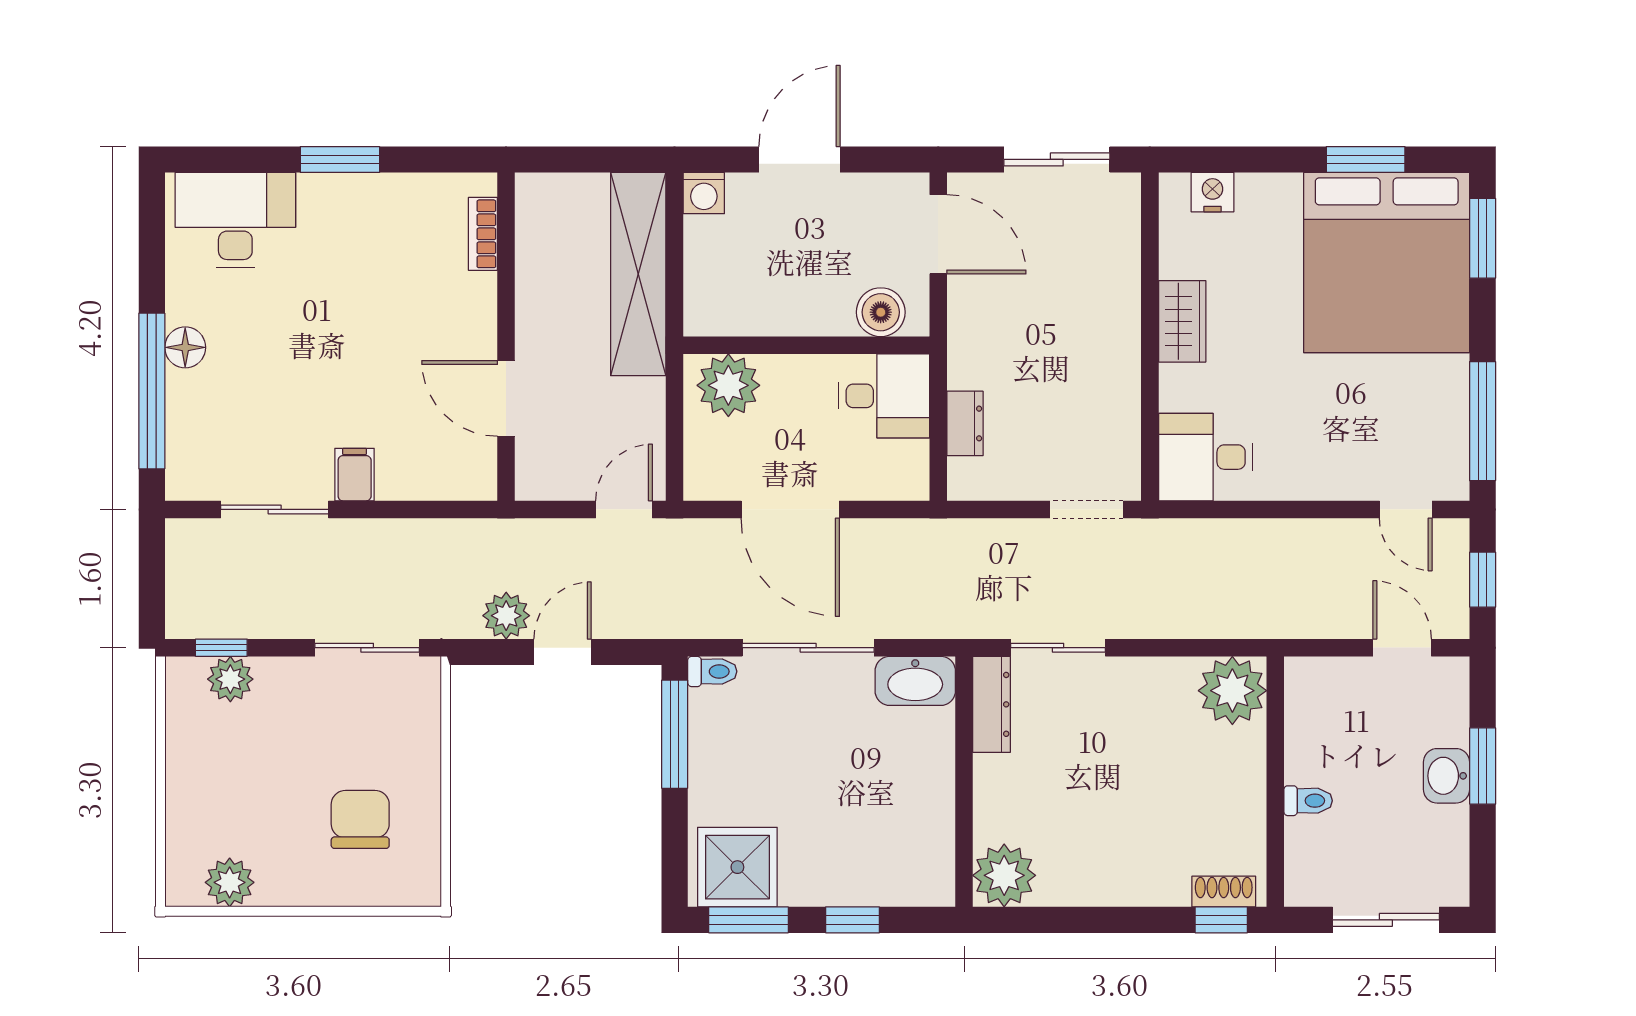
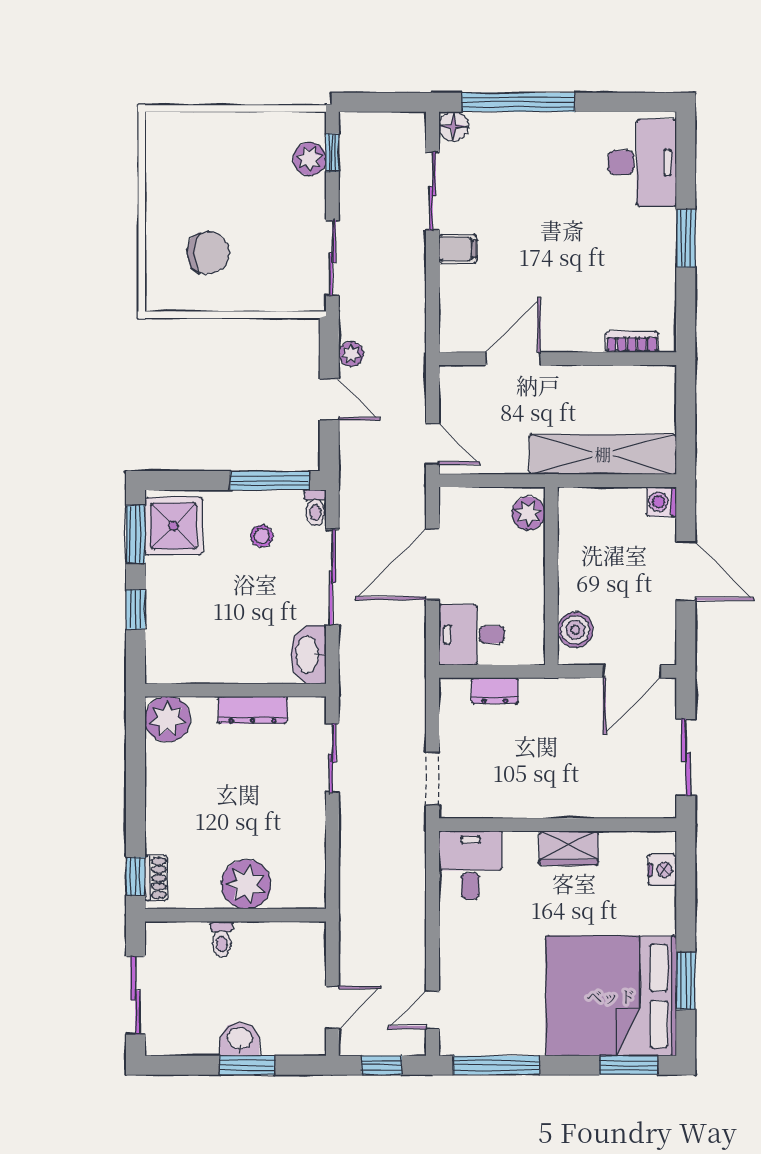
floor lamp: (185, 347) -> (454, 126), moved
plant: (728, 385) -> (528, 513), width x0.73, depth x0.73
desk: (884, 396) -> (472, 635), moved, turned 90
plant: (506, 616) -> (351, 354), width x0.73, depth x0.73
plant: (1232, 691) -> (246, 884), moved
dresser: (992, 704) -> (253, 710), moved
stool: (751, 745) -> (262, 536), added
plant: (230, 882) -> (163, 158), removed

